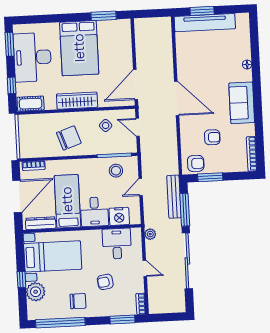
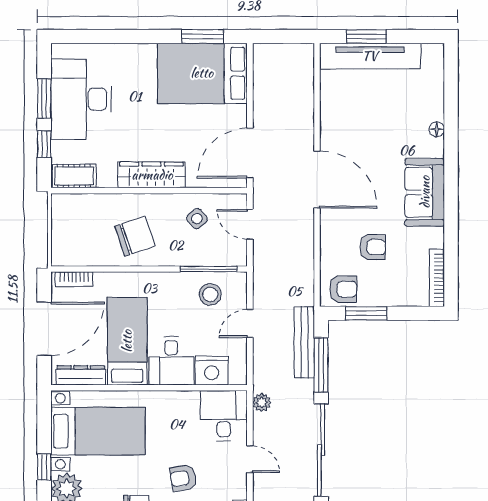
window: (9, 44) -> (44, 98), moved
bed: (79, 48) -> (202, 73), moved, turned 90
desk: (117, 244) -> (224, 416), moved

